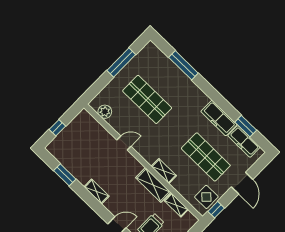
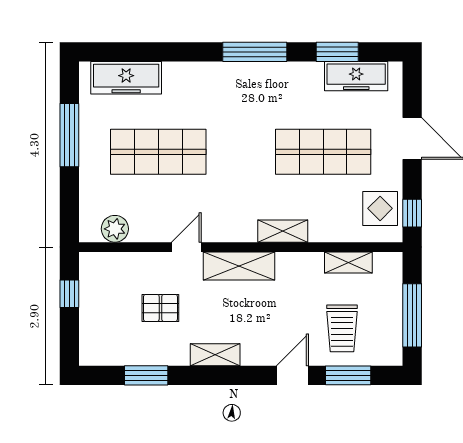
window: (183, 65) -> (255, 52), moved
freezer: (219, 118) -> (126, 78), moved
window: (57, 128) -> (69, 294), moved
pallet: (93, 156) -> (160, 308), added
shelving: (153, 185) -> (239, 266), moved

